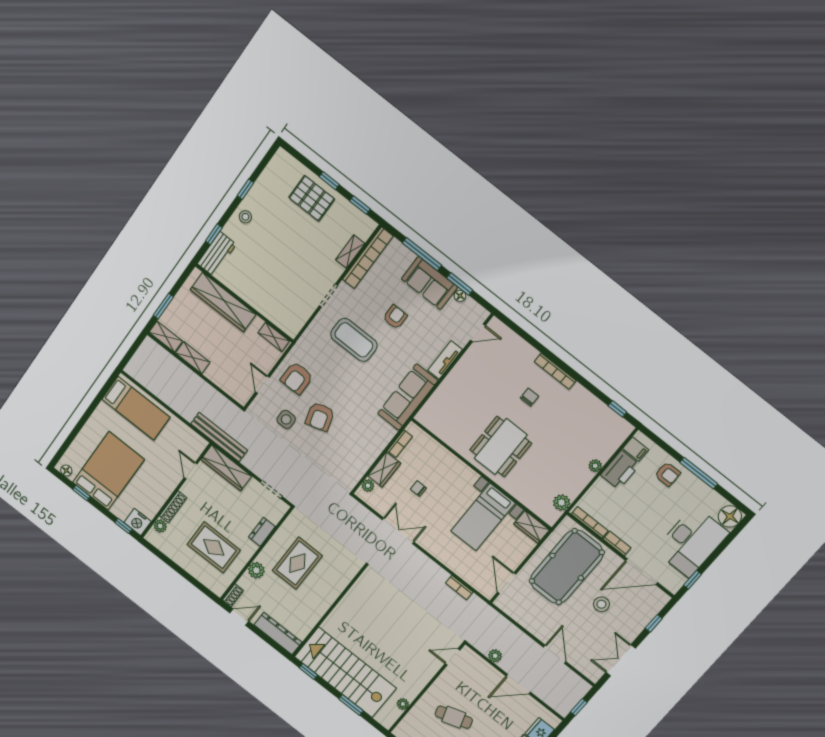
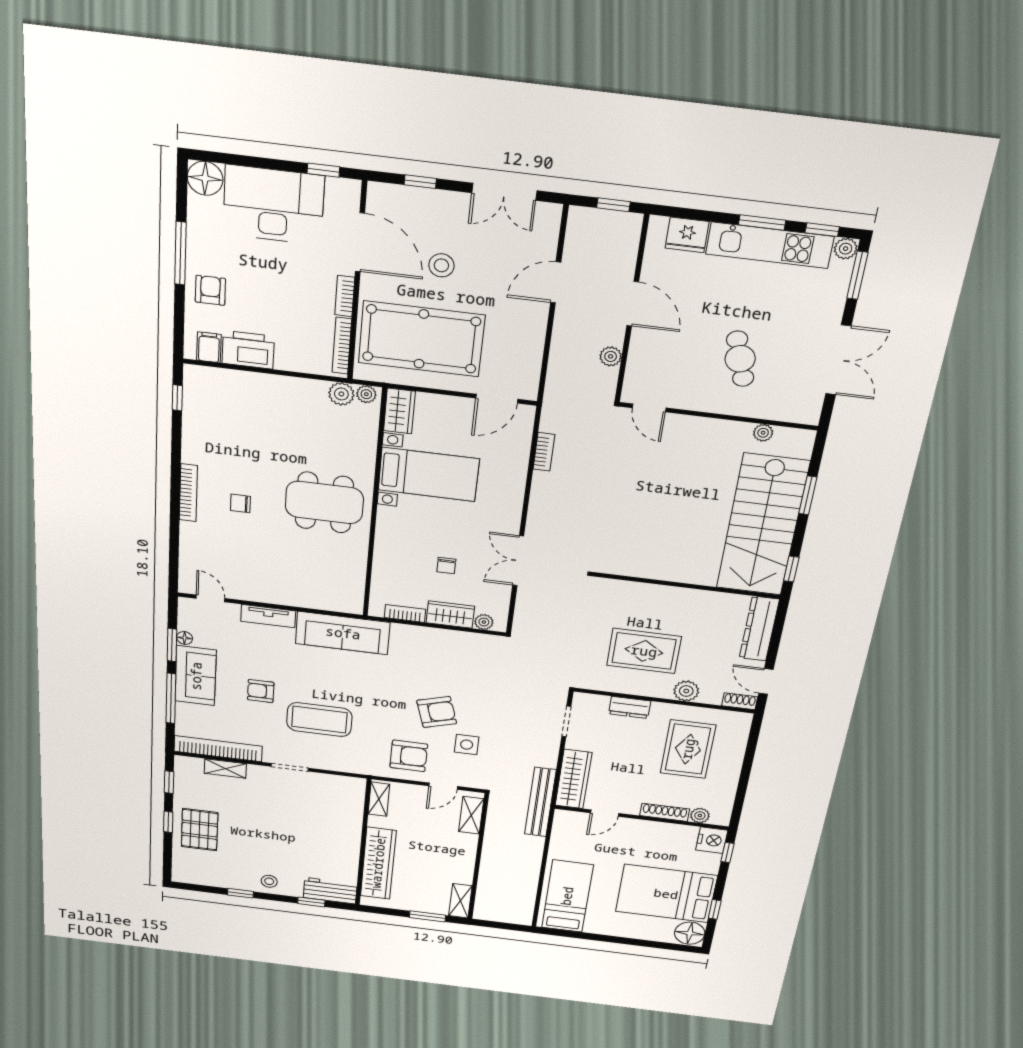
coffee table: (354, 340) -> (319, 720), turned 90
shelving: (193, 358) -> (471, 815), moved
plant: (595, 466) -> (366, 394), moved
floor lamp: (66, 471) -> (690, 933), width x1.89, depth x1.89

